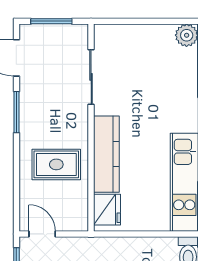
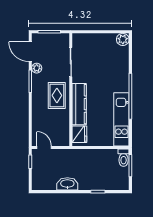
plant: (28, 88) -> (37, 68), added
rug: (56, 164) -> (57, 95), moved, turned 90

